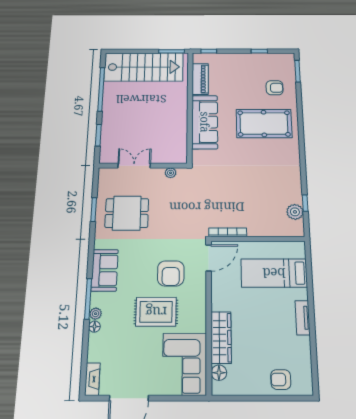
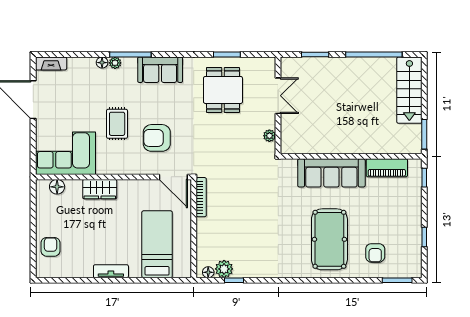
stairs: (144, 67) -> (409, 90), width x0.73, depth x0.66
floor lamp: (299, 226) -> (208, 272), added
rug: (156, 312) -> (117, 124), width x0.73, depth x0.70
wardrobe: (221, 337) -> (100, 189), width x0.67

